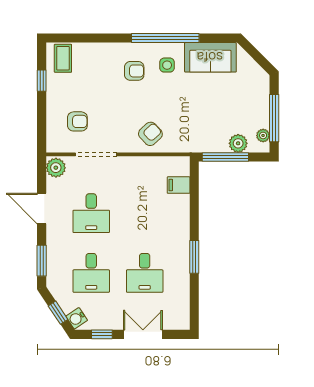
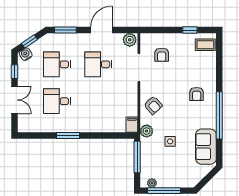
side table: (167, 65) -> (170, 141), moved
plant: (238, 143) -> (147, 131), moved
filing cabinet: (179, 185) -> (132, 125), moved

